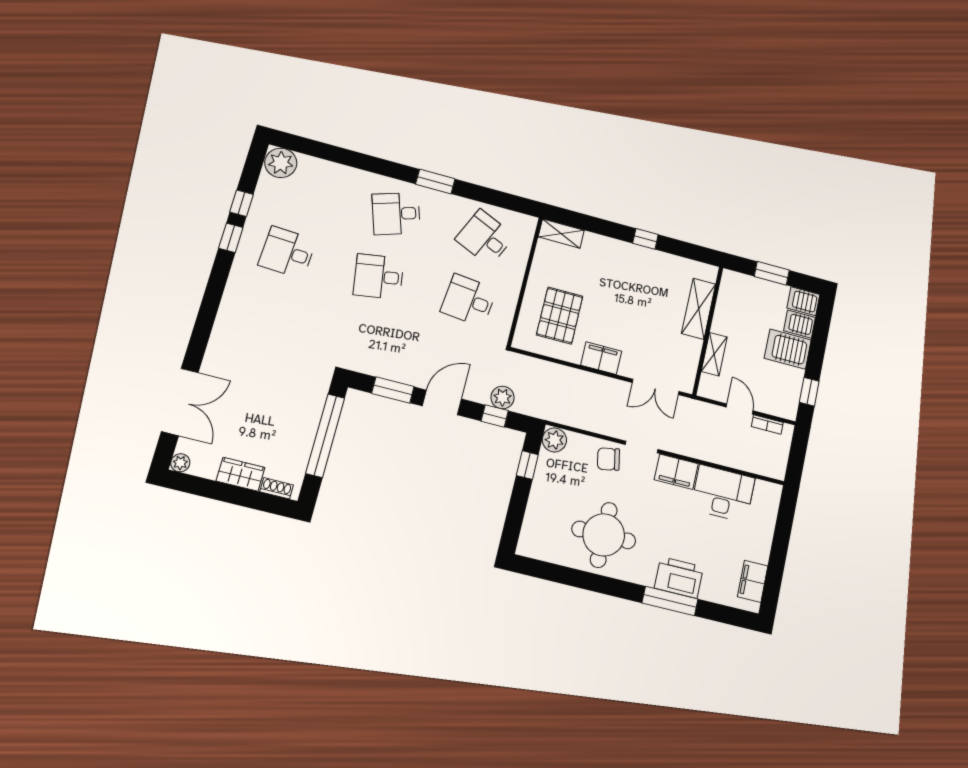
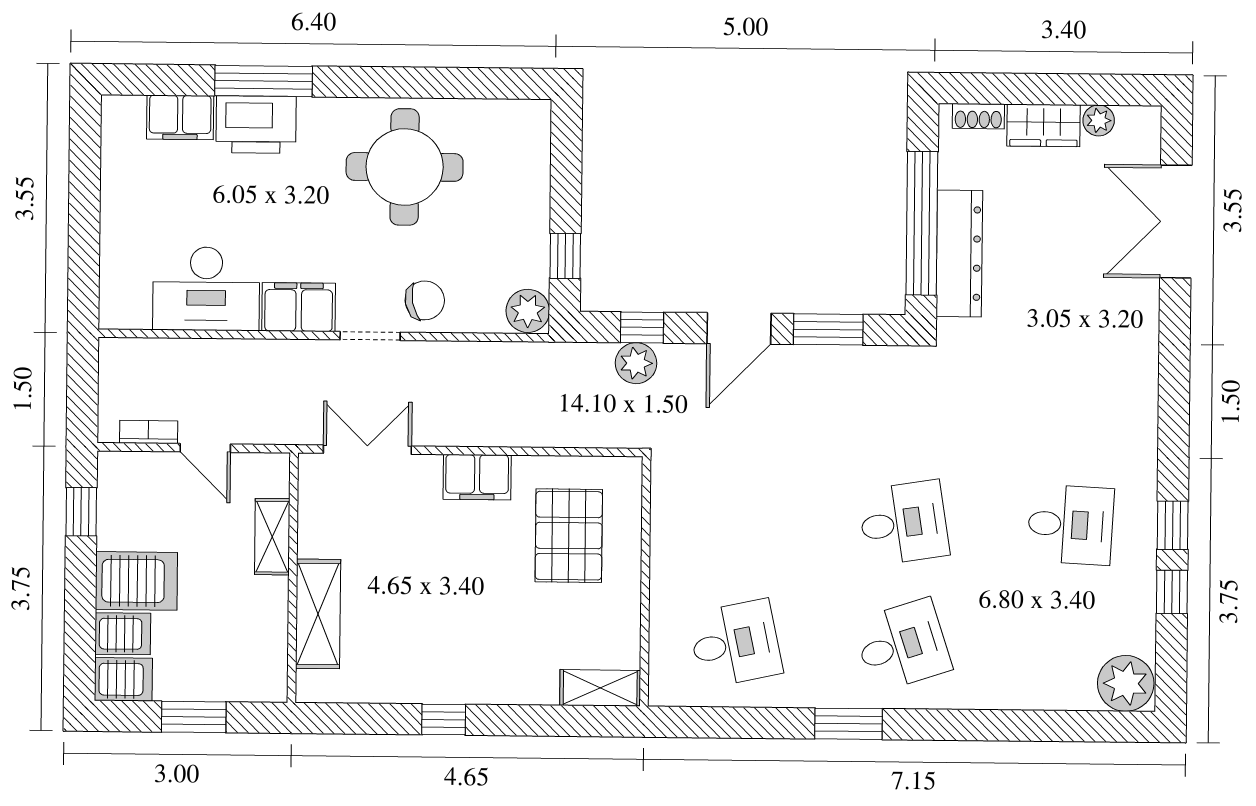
desk: (485, 238) -> (735, 644), turned -36
desk: (469, 300) -> (737, 521), removed
dresser: (309, 414) -> (959, 253), added
plant: (180, 463) -> (1099, 120), moved
filing cabinet: (753, 581) -> (180, 117), moved, turned 90

